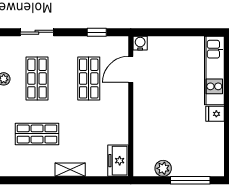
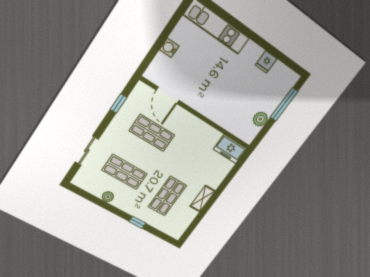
water cooler: (140, 43) -> (169, 48), moved
fridge: (215, 114) -> (266, 62), moved
shelving: (70, 170) -> (203, 199), moved

